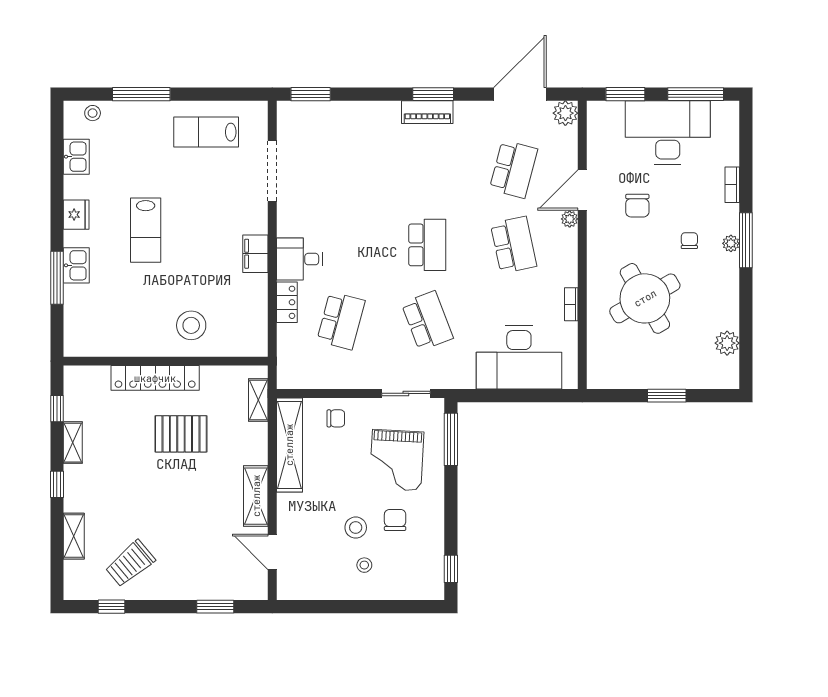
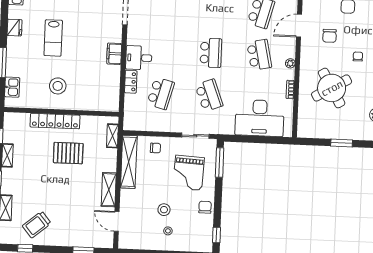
plant: (570, 219) -> (290, 63), moved
kitchen sink: (76, 265) -> (12, 87), moved
stool: (191, 325) -> (58, 86), moved
chair: (395, 520) -> (205, 207), moved

